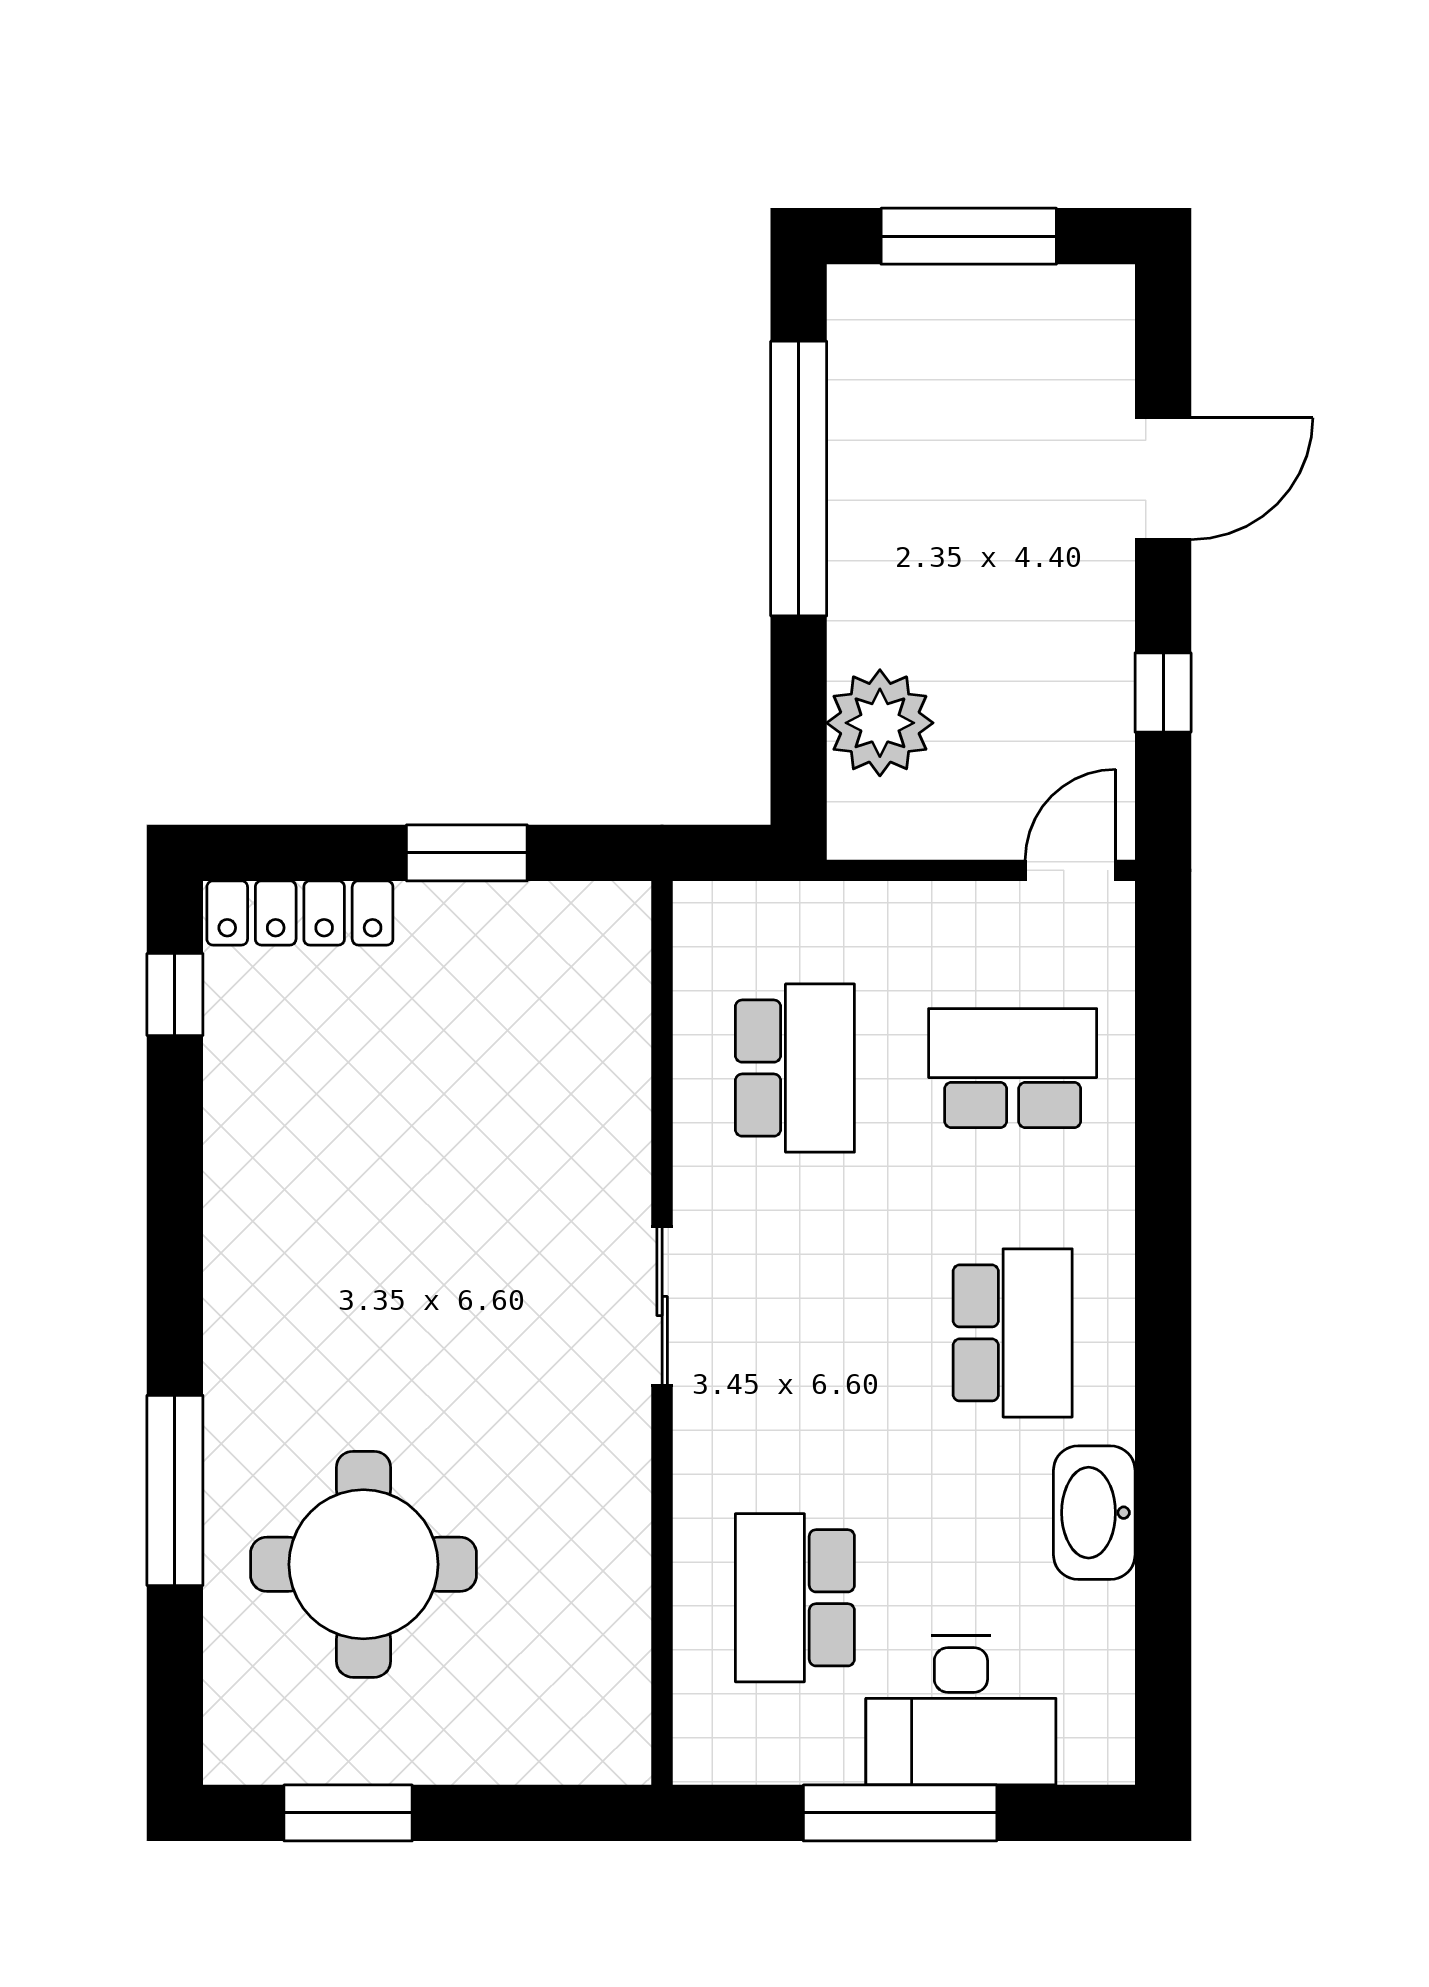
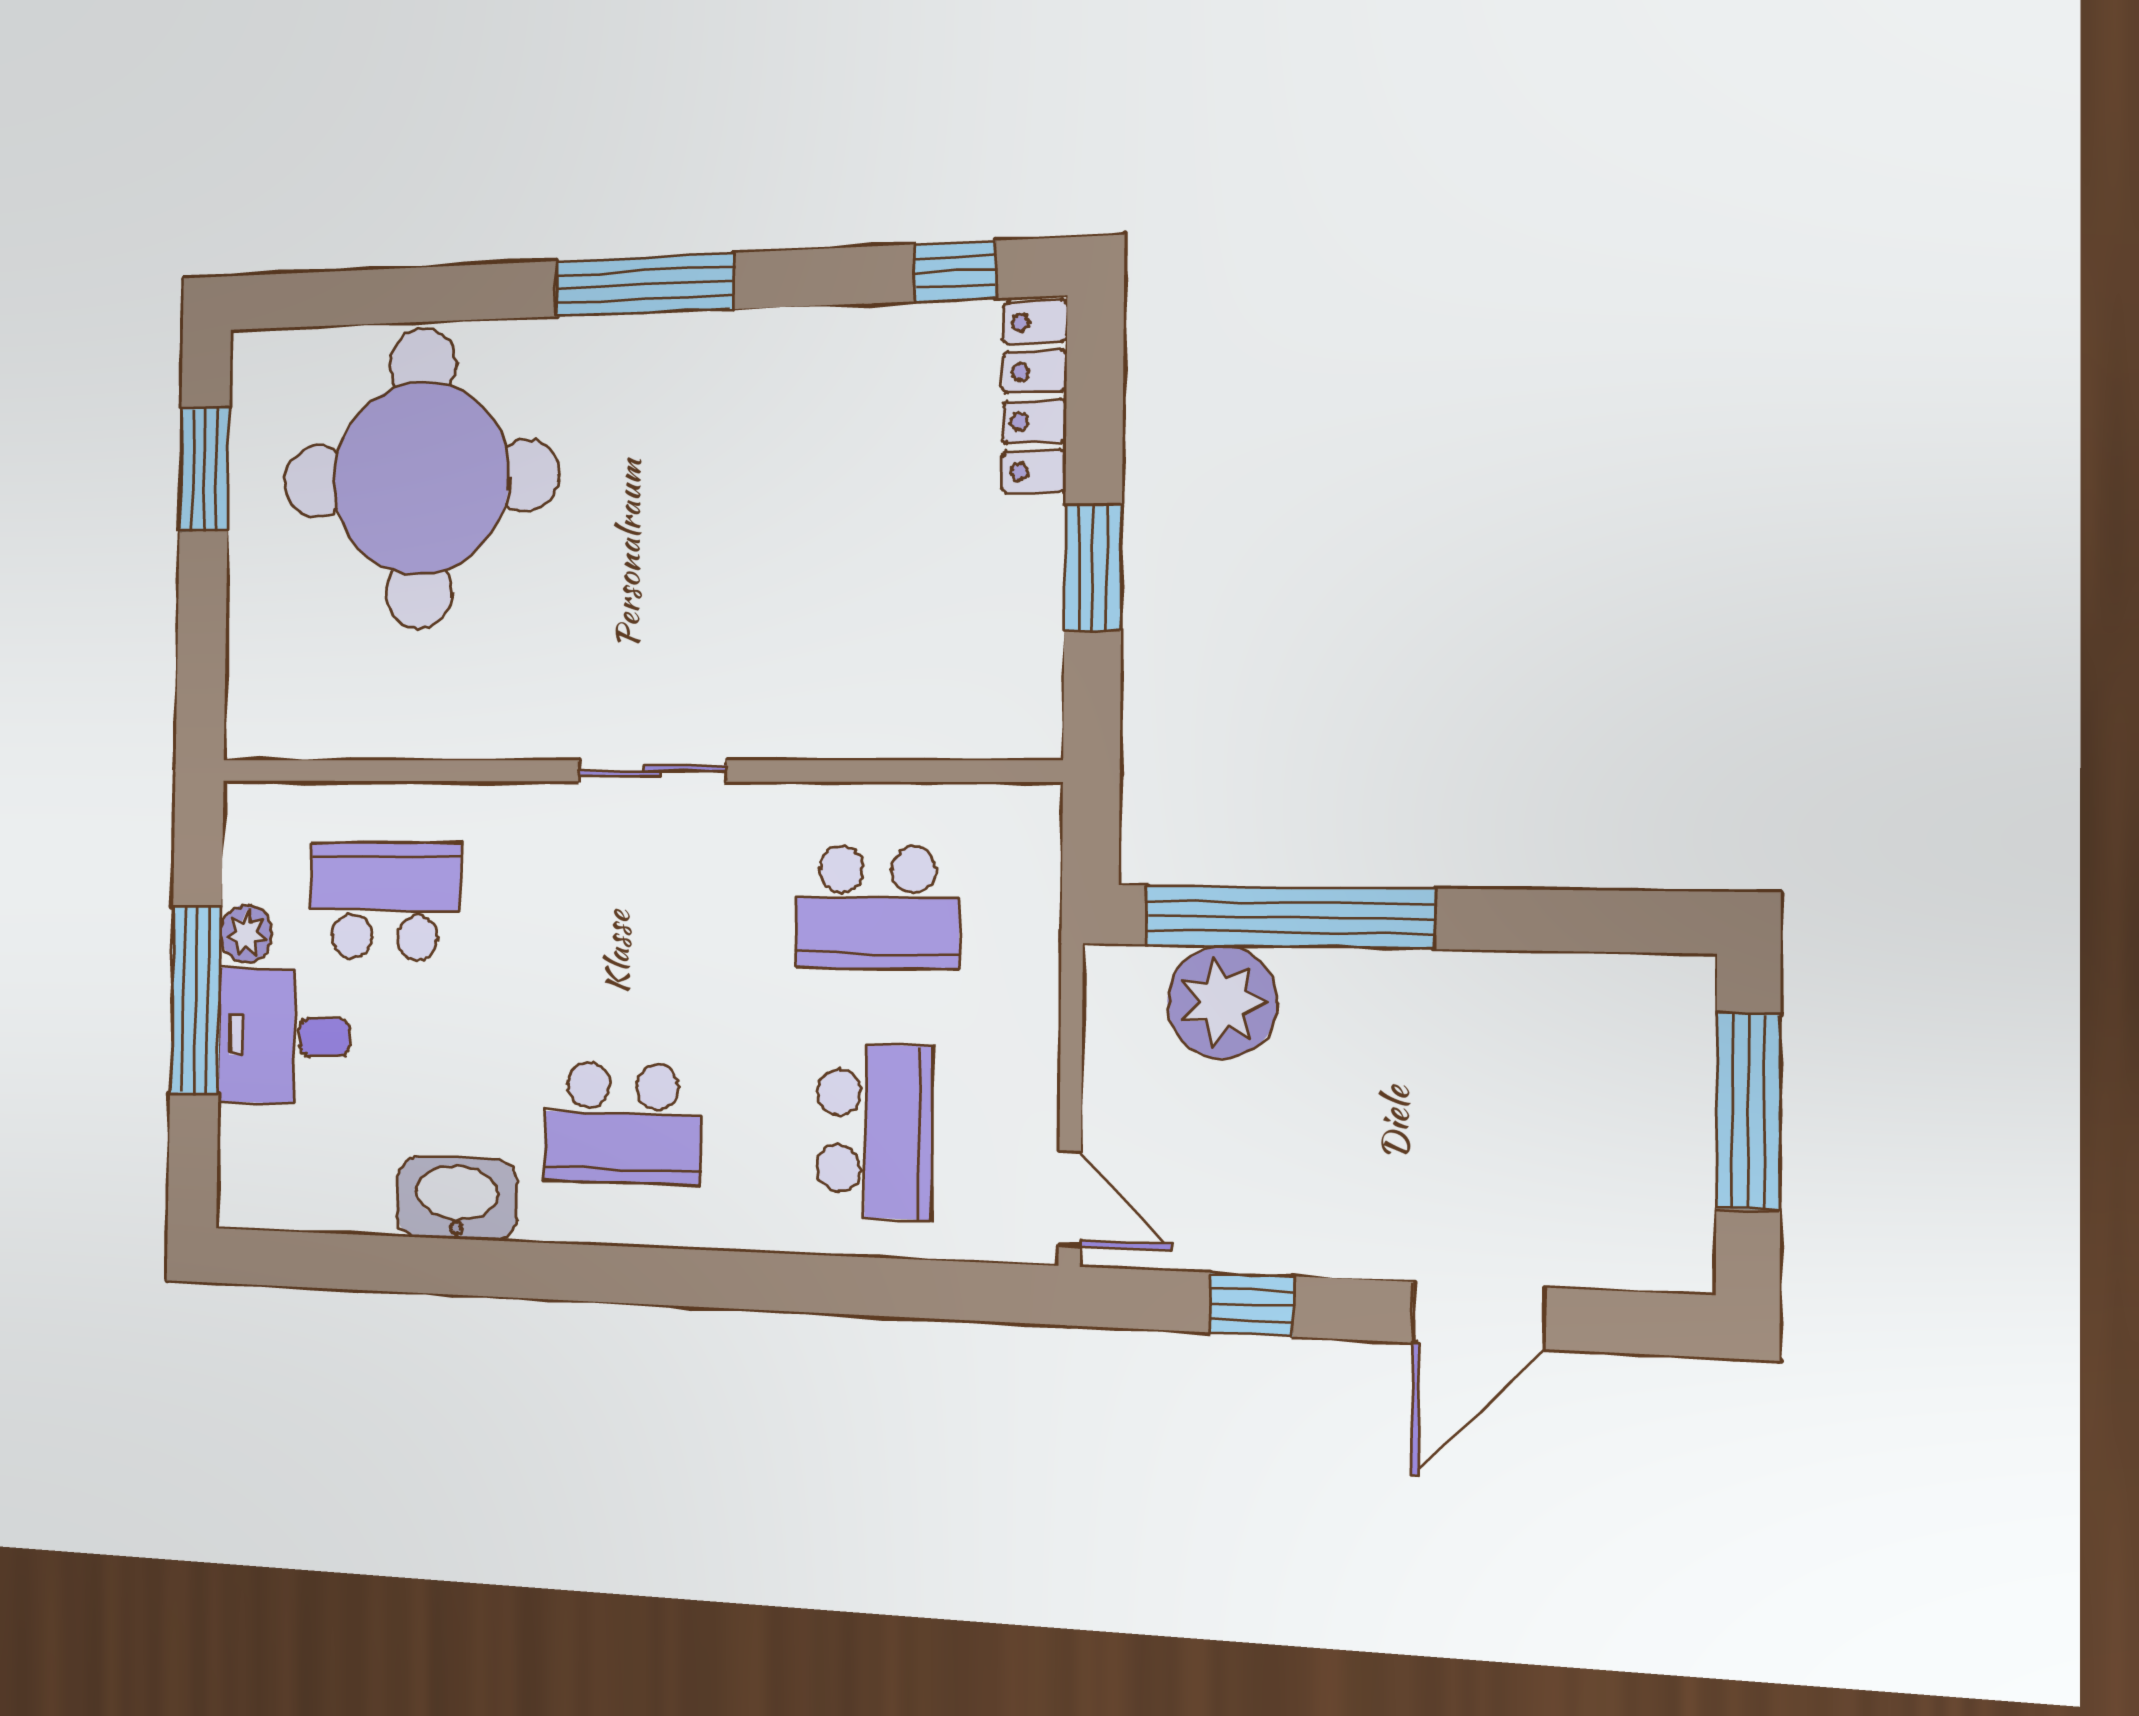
window: (799, 479) -> (1289, 917), moved
door: (1163, 479) -> (1479, 1315), hinge flipped
window: (175, 1490) -> (644, 285), moved
round table: (363, 1564) -> (421, 478), width x1.36, depth x1.36
desk: (961, 1710) -> (284, 1036), width x0.73
plant: (831, 1755) -> (247, 934), added

